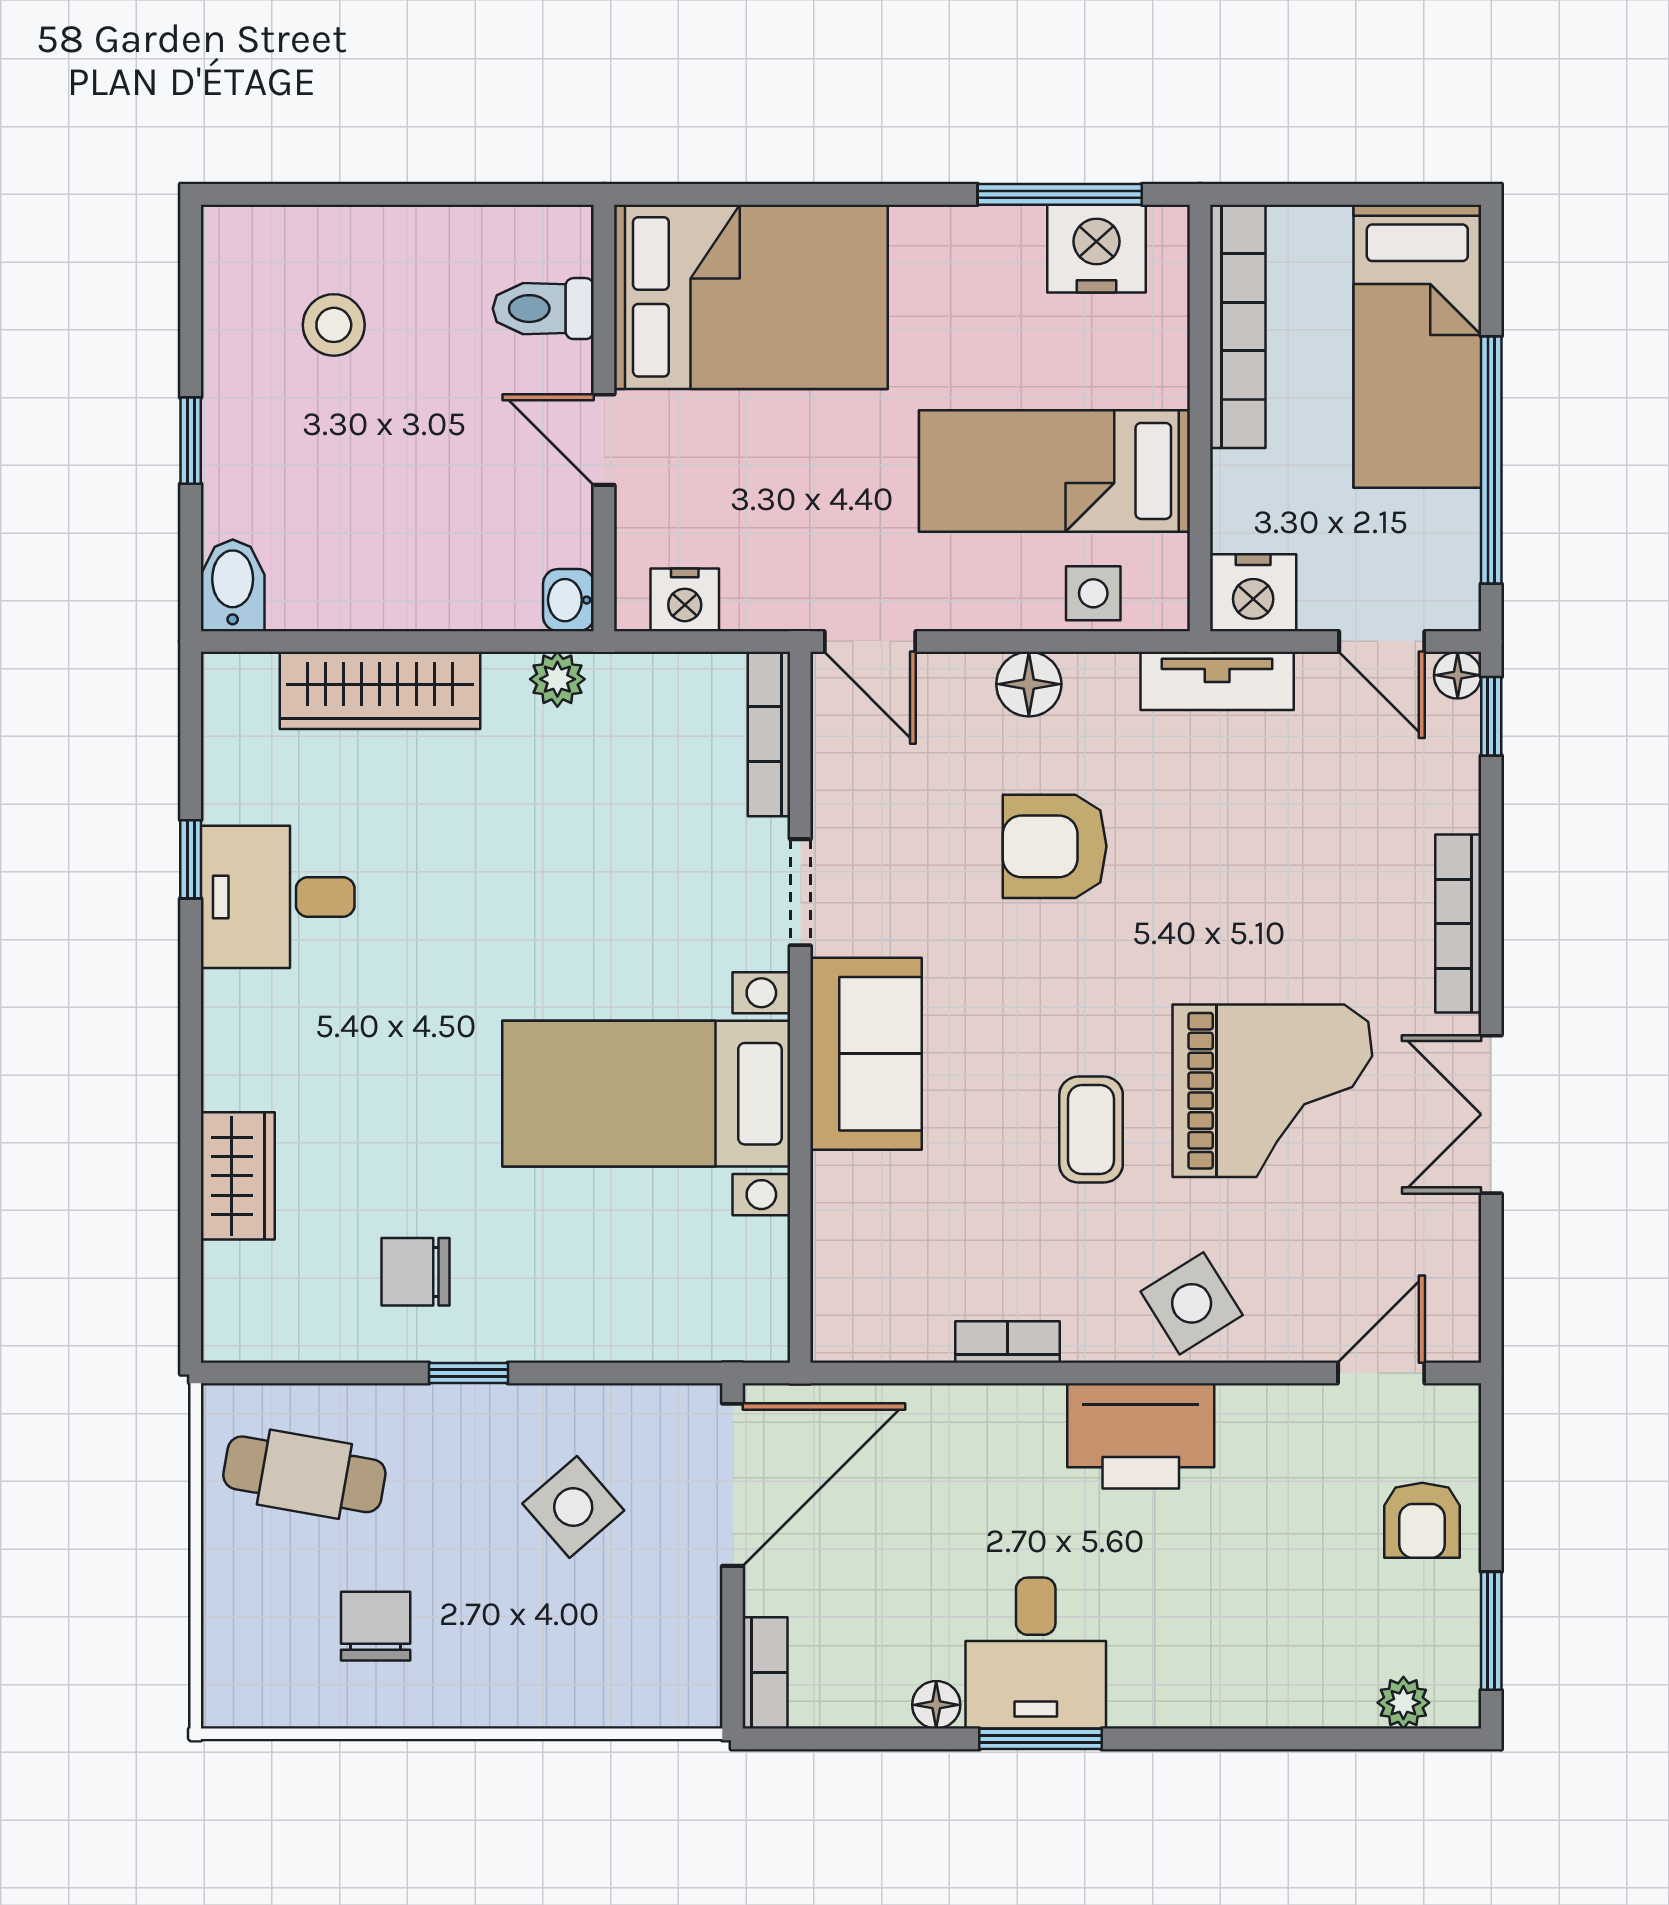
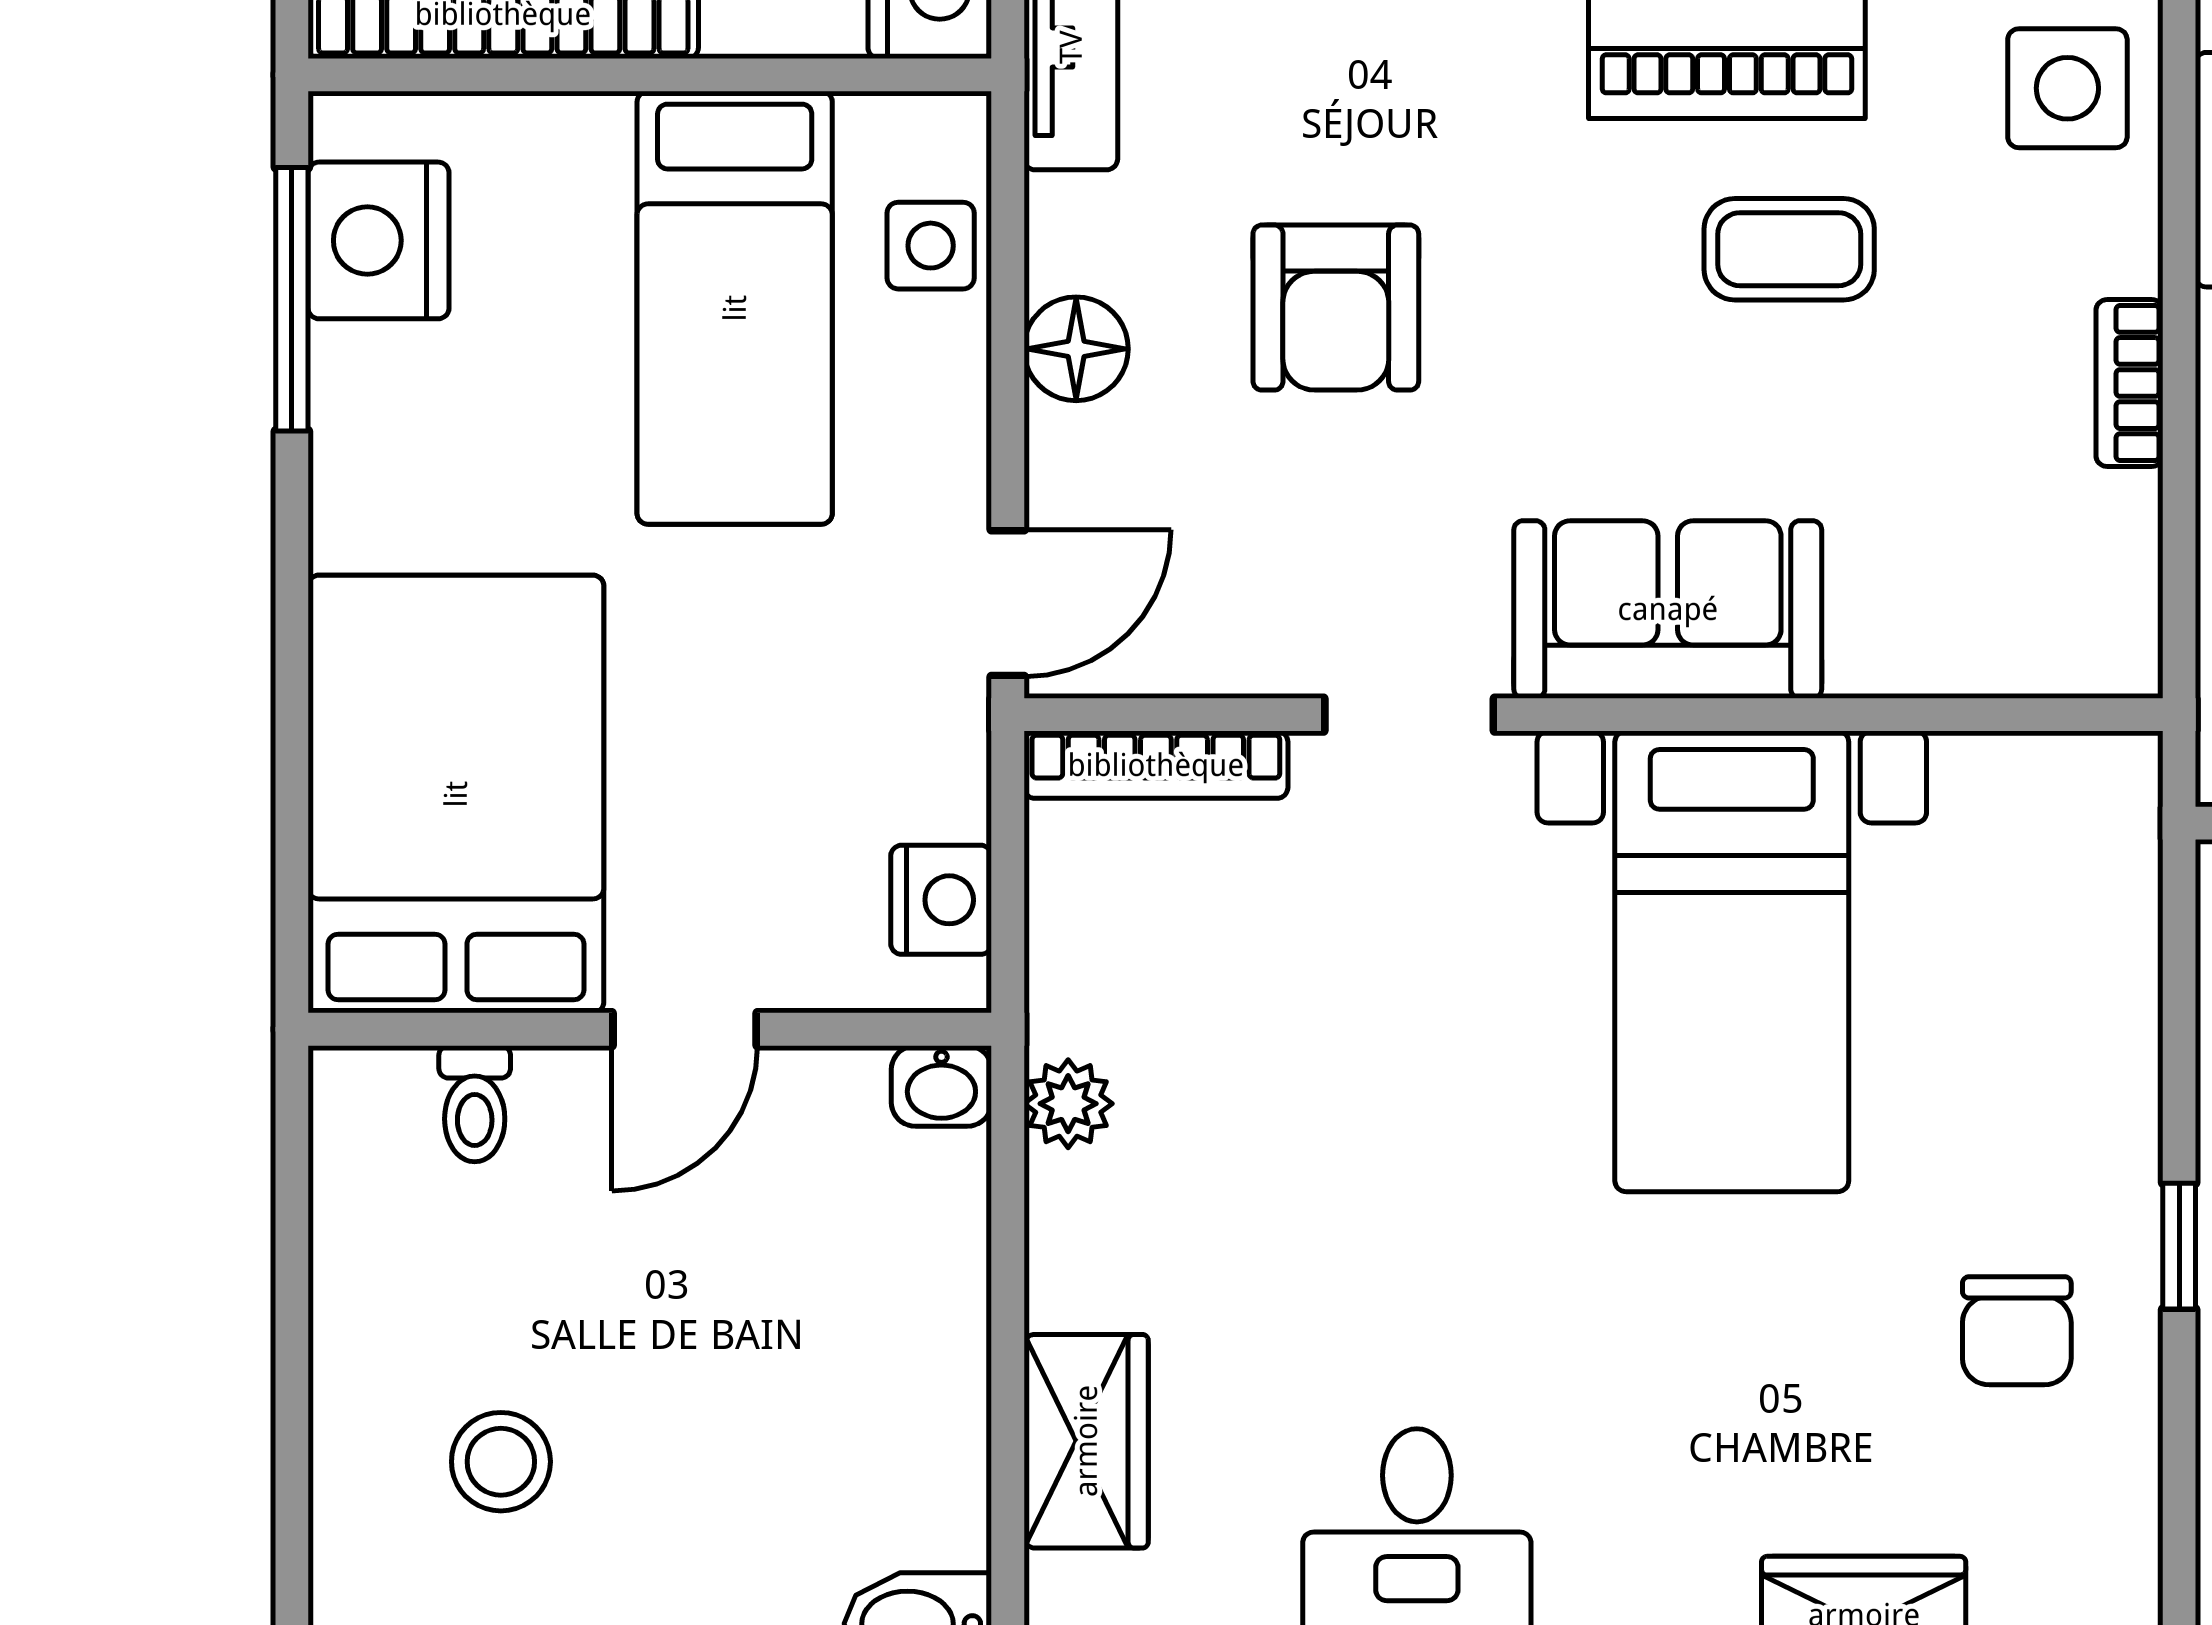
toilet: (543, 309) -> (475, 1104), width x0.73, depth x0.72
wardrobe: (380, 690) -> (1086, 1441), width x0.67
side table: (1192, 1303) -> (2067, 88), turned 32

